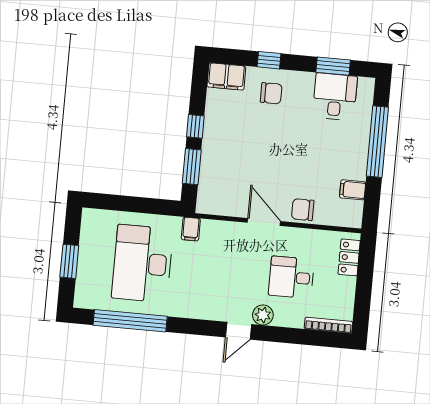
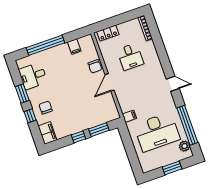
window: (333, 66) -> (22, 93), moved
plant: (263, 315) -> (185, 146), moved
door: (239, 331) -> (173, 84), moved

